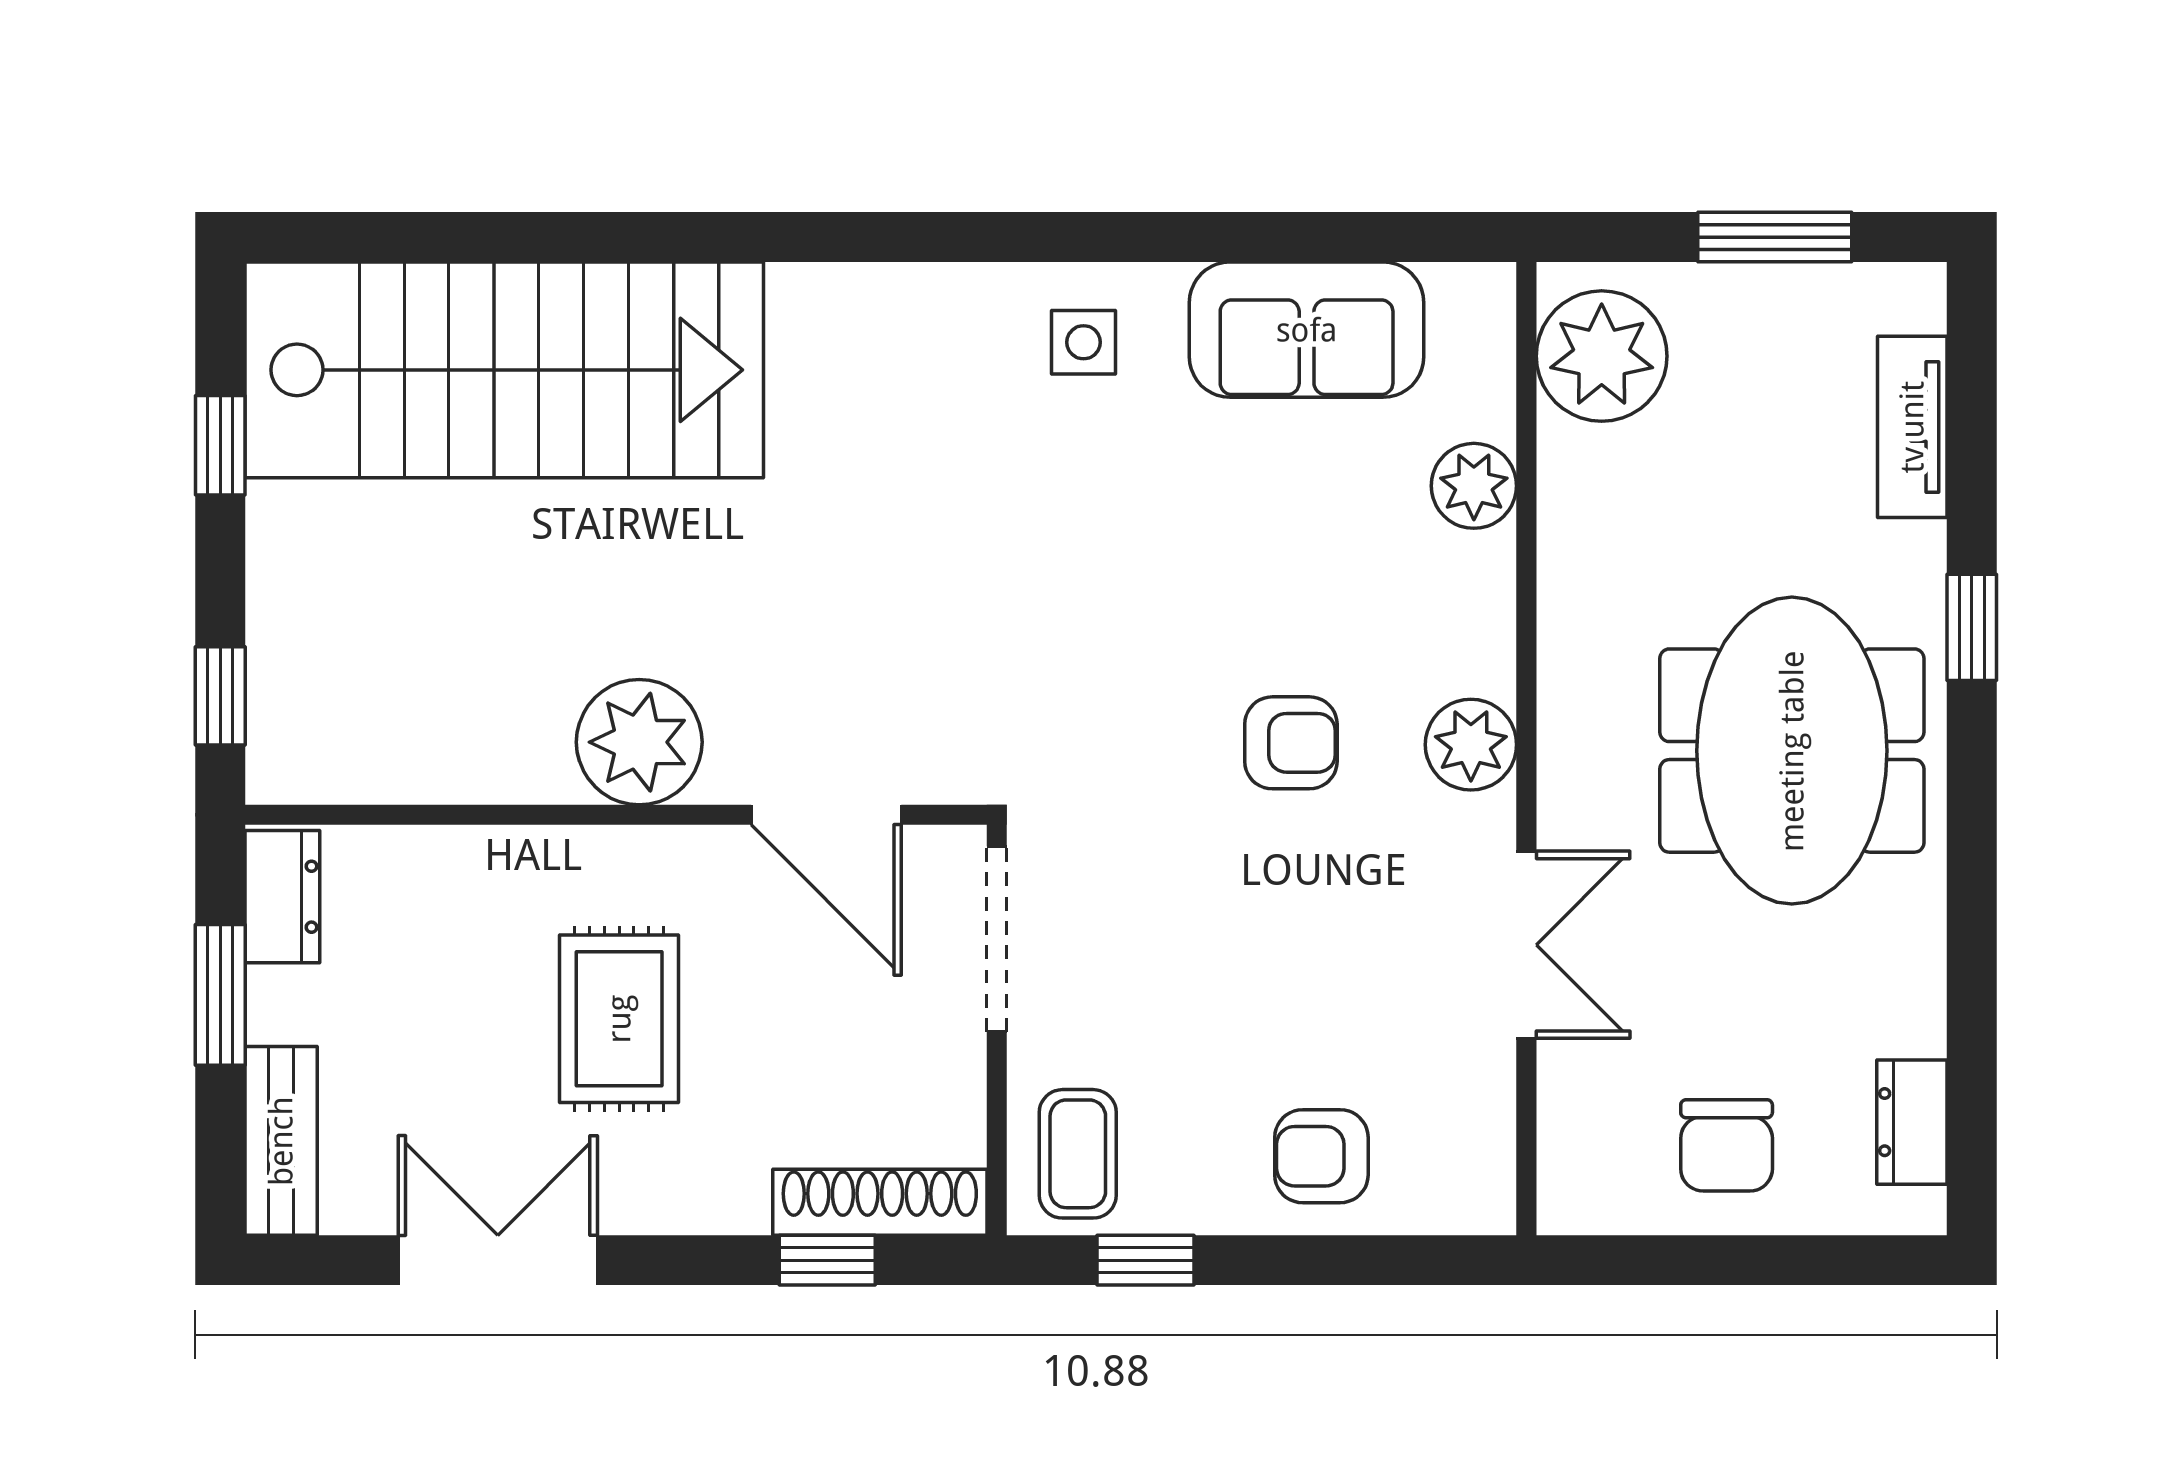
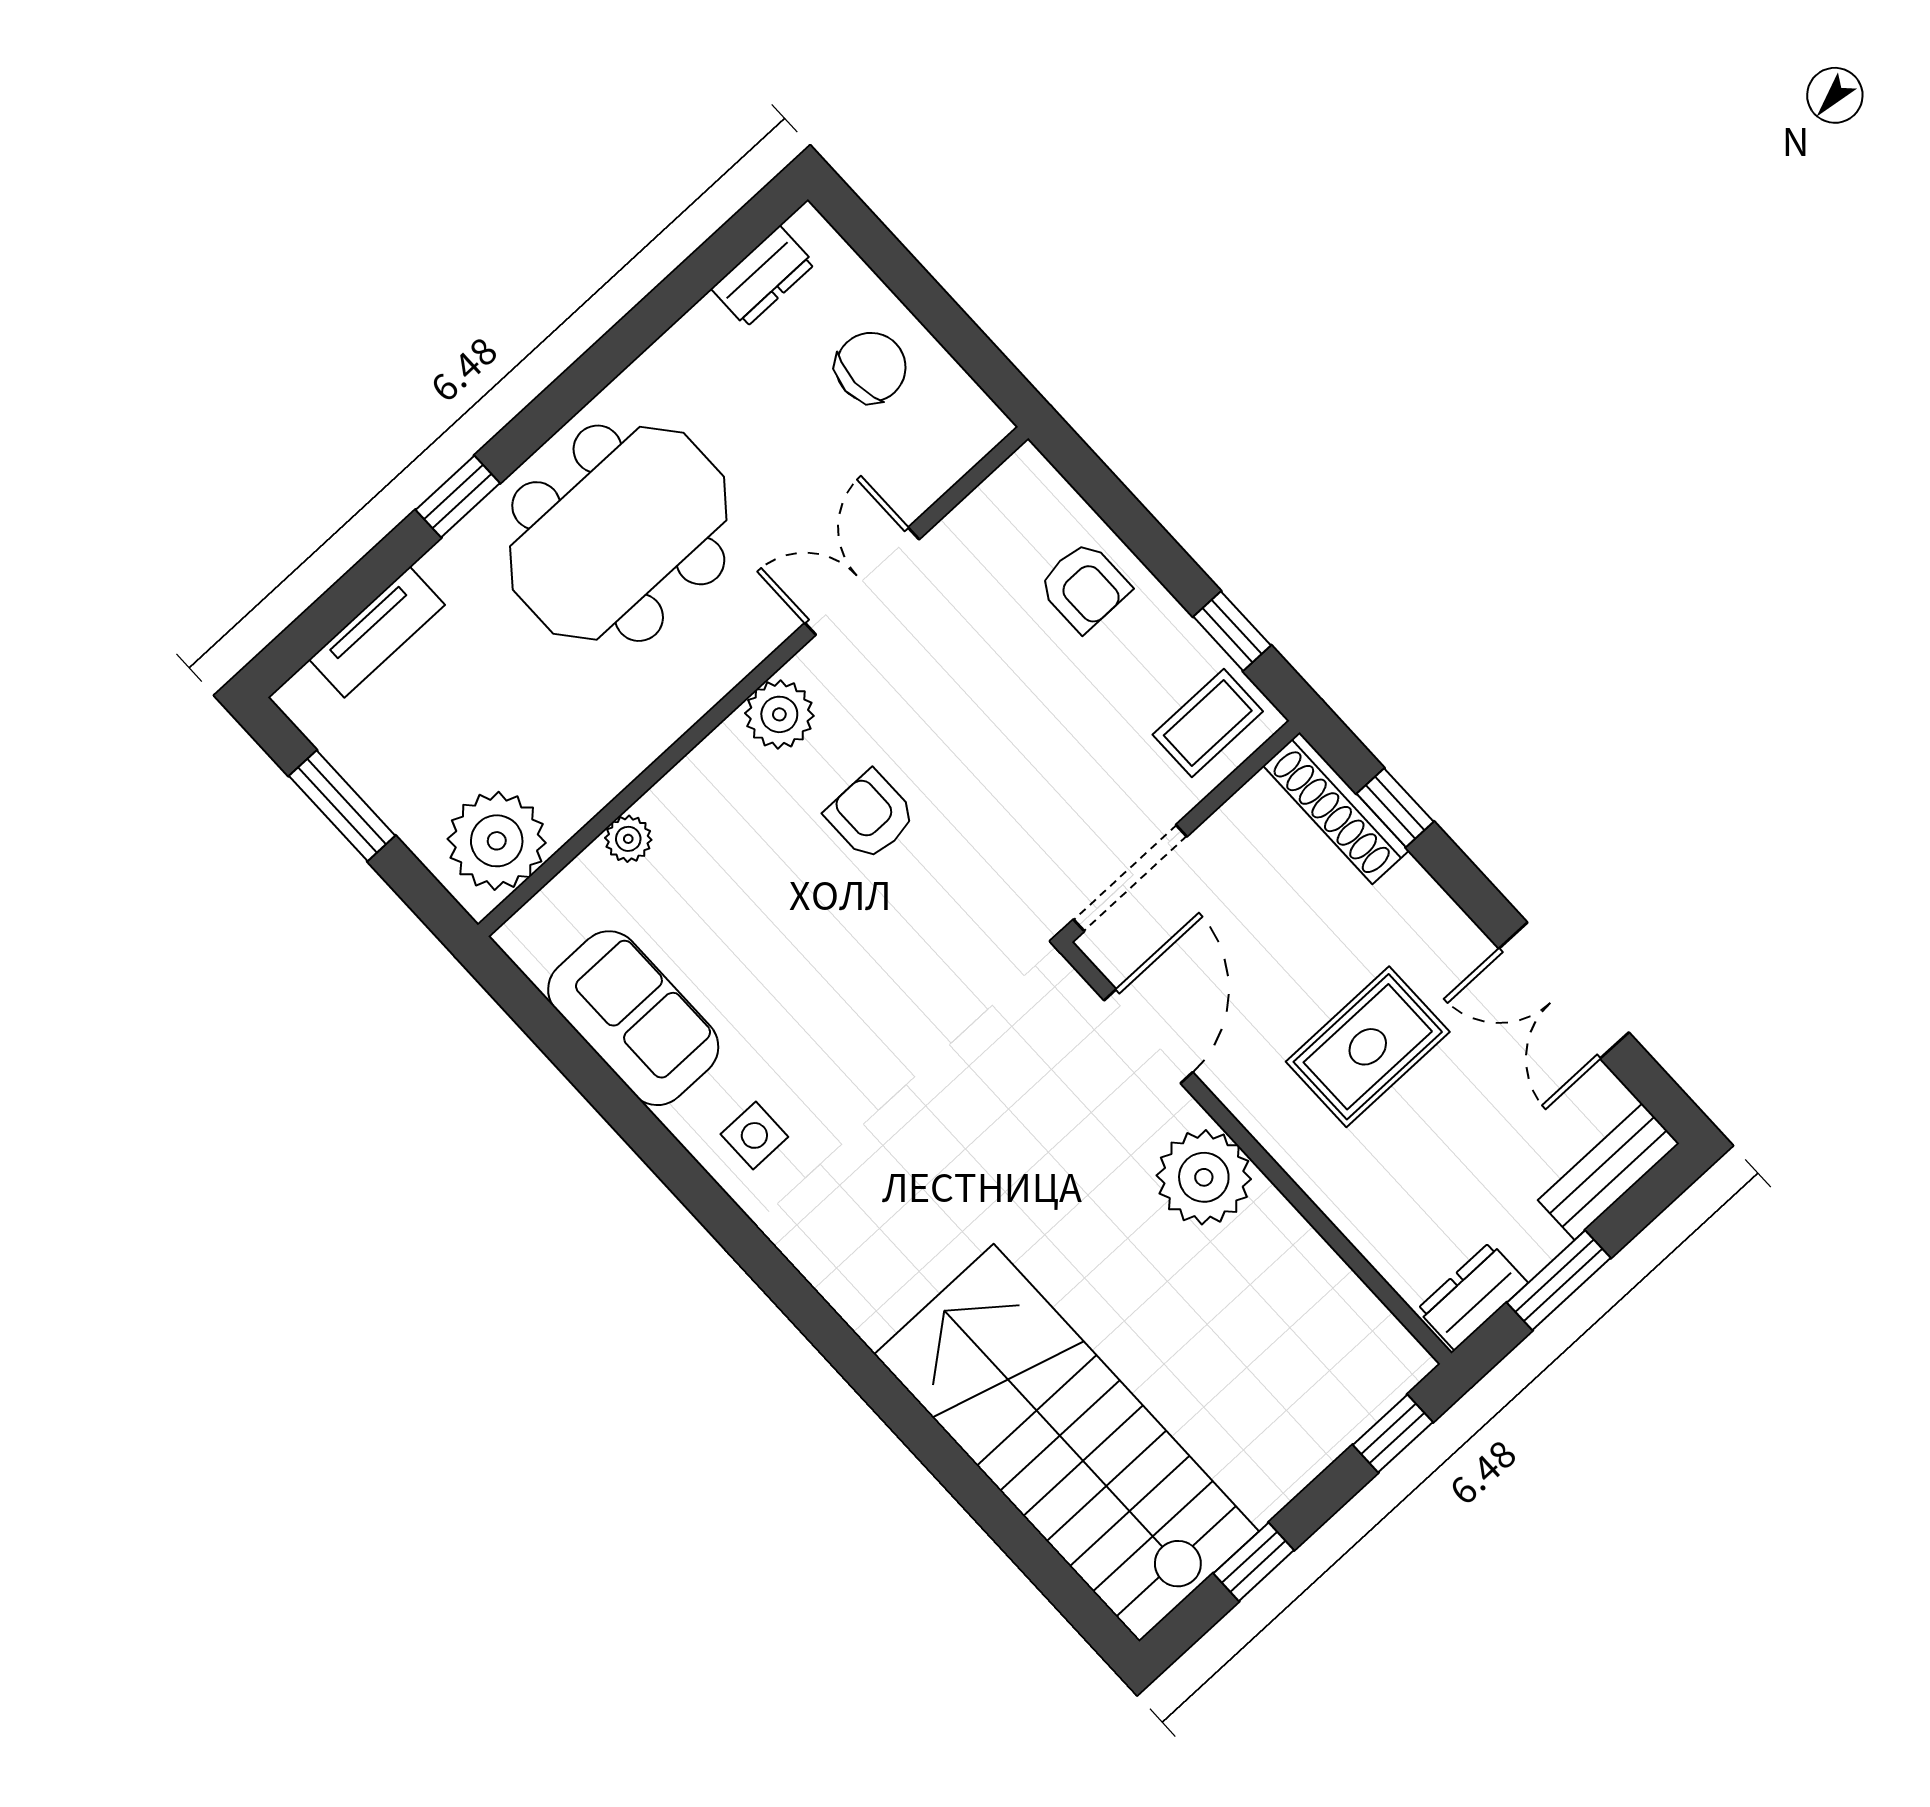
plant: (1474, 486) -> (628, 839), width x0.73, depth x0.73

